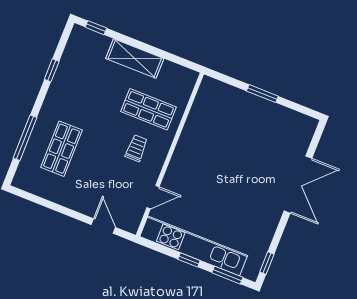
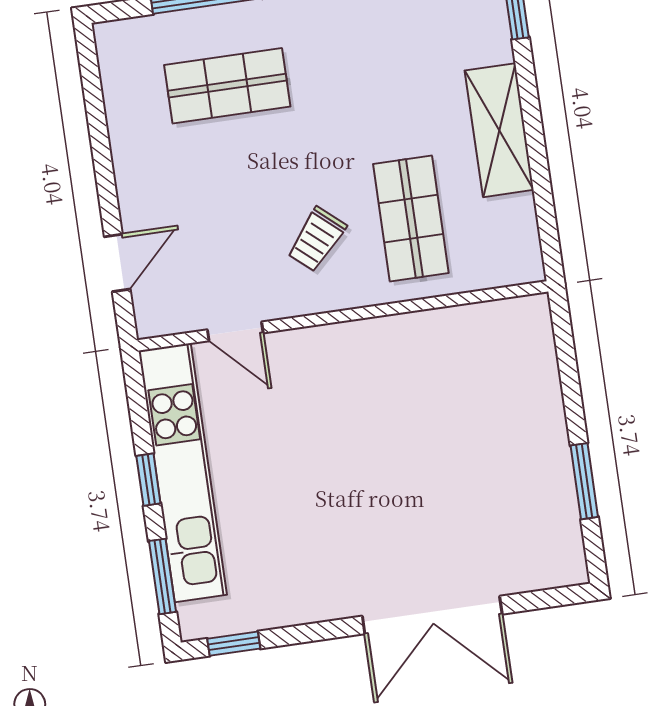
window: (262, 94) -> (584, 481), moved
trolley: (136, 148) -> (317, 239), turned 131

